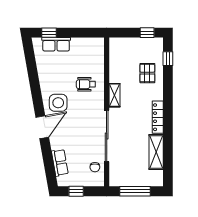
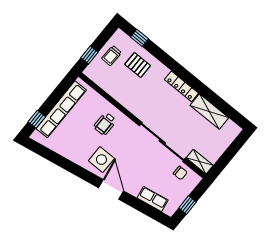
window: (147, 33) -> (89, 55), moved
row of seats: (56, 44) -> (61, 109), width x2.02
trolley: (139, 49) -> (112, 56), added
shelving: (114, 95) -> (200, 162), moved
window: (135, 191) -> (228, 156), removed

